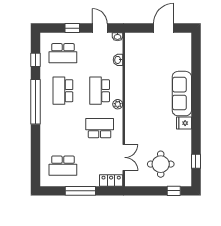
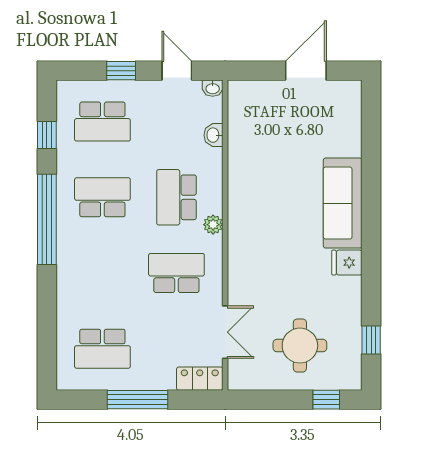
school desk: (63, 91) -> (102, 197), turned 90

